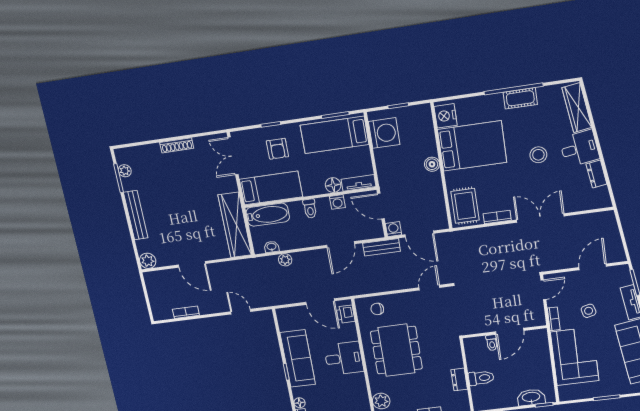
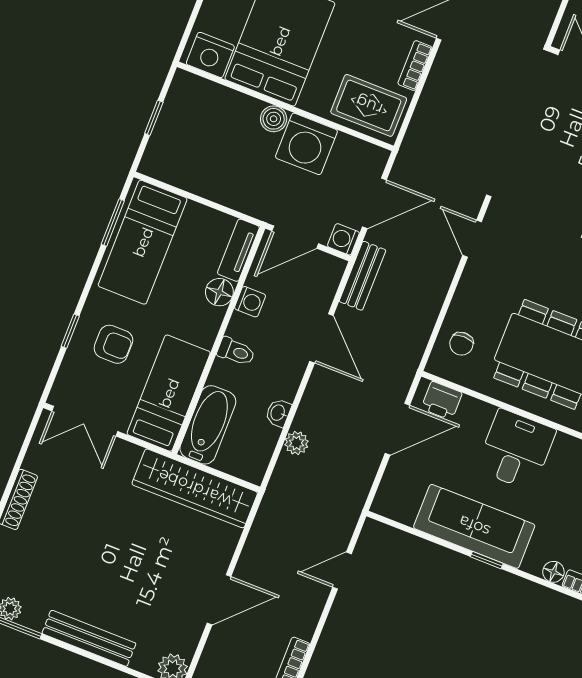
washing machine: (384, 133) -> (306, 144), moved, turned 180
washbasin: (272, 247) -> (278, 413), moved

